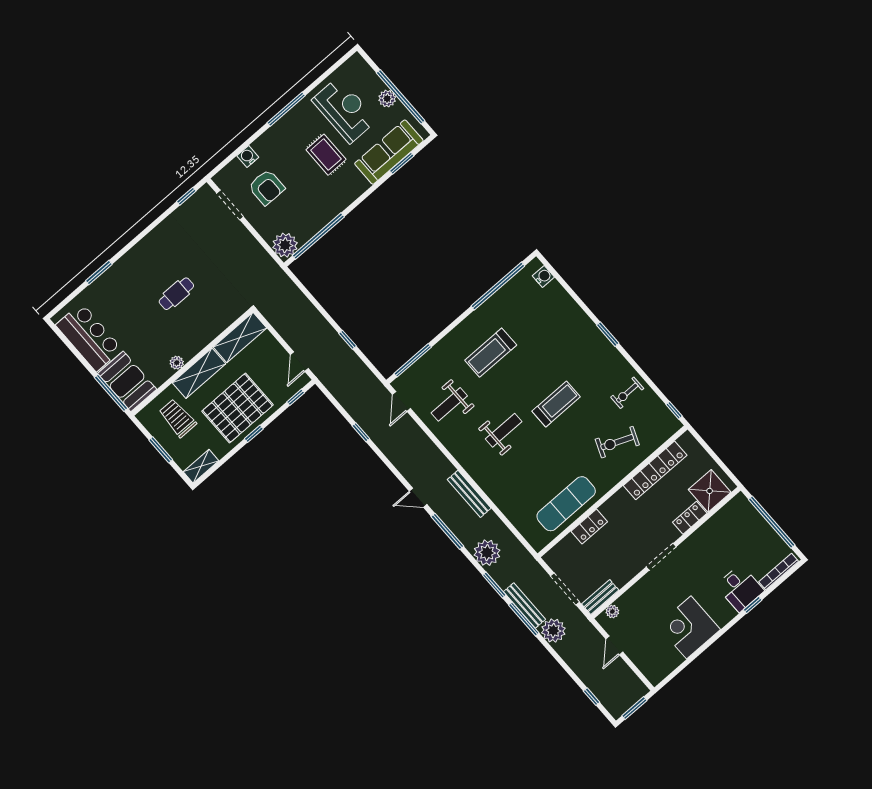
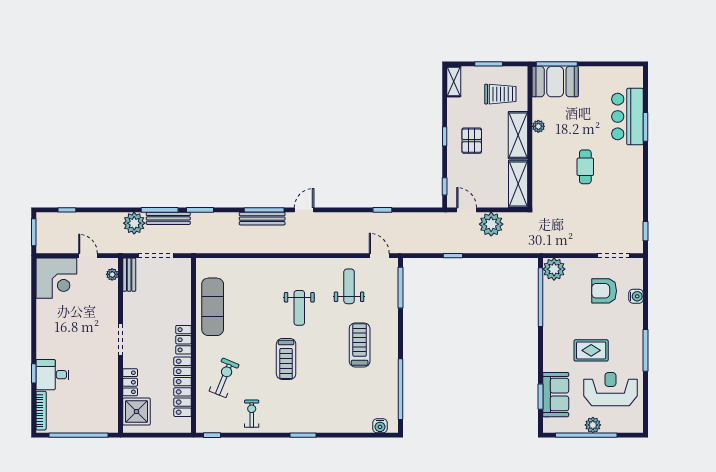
reception desk: (344, 110) -> (610, 389), turned 180
sofa: (389, 152) -> (556, 395), width x0.73
bar counter: (89, 337) -> (627, 117), moved, turned 90
pallet: (237, 408) -> (472, 141), width x0.49, depth x0.50
bench: (469, 494) -> (262, 219), moved
locker: (589, 526) -> (184, 340), moved
plant: (487, 553) -> (491, 224), moved
corner desk: (689, 627) -> (56, 278), moved, turned 90

